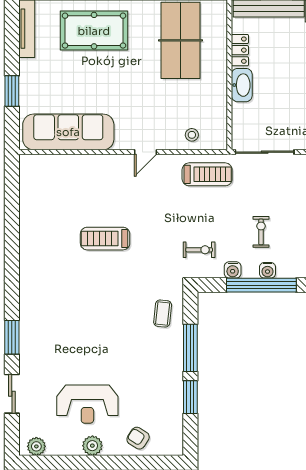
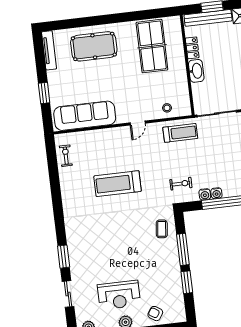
exercise bike: (261, 232) -> (66, 156), moved
treadmill: (105, 239) -> (118, 184), width x1.37, depth x1.38
water cooler: (268, 270) -> (216, 193), moved

